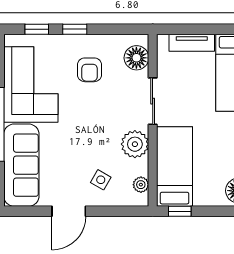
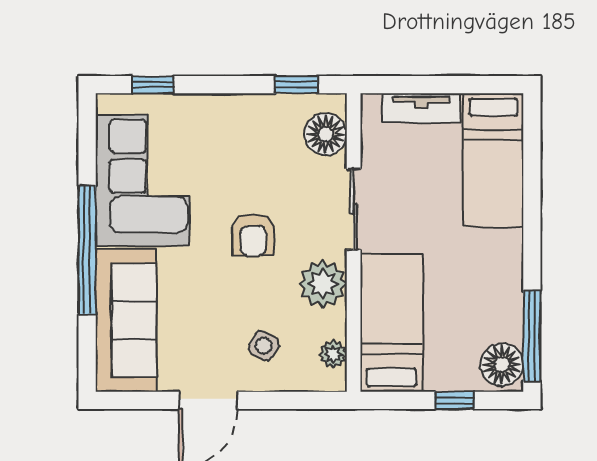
window: (75, 29) -> (296, 85), moved
armchair: (90, 70) -> (253, 235), moved
window: (180, 211) -> (455, 400), moved

